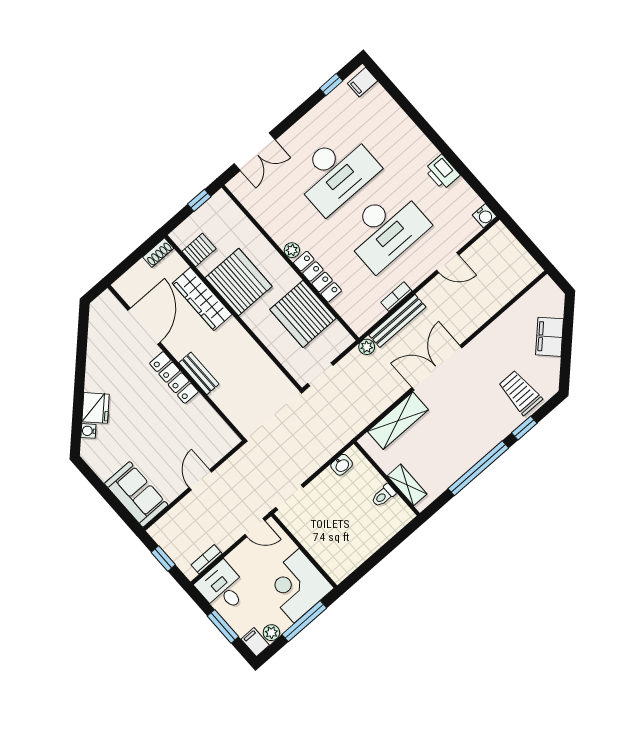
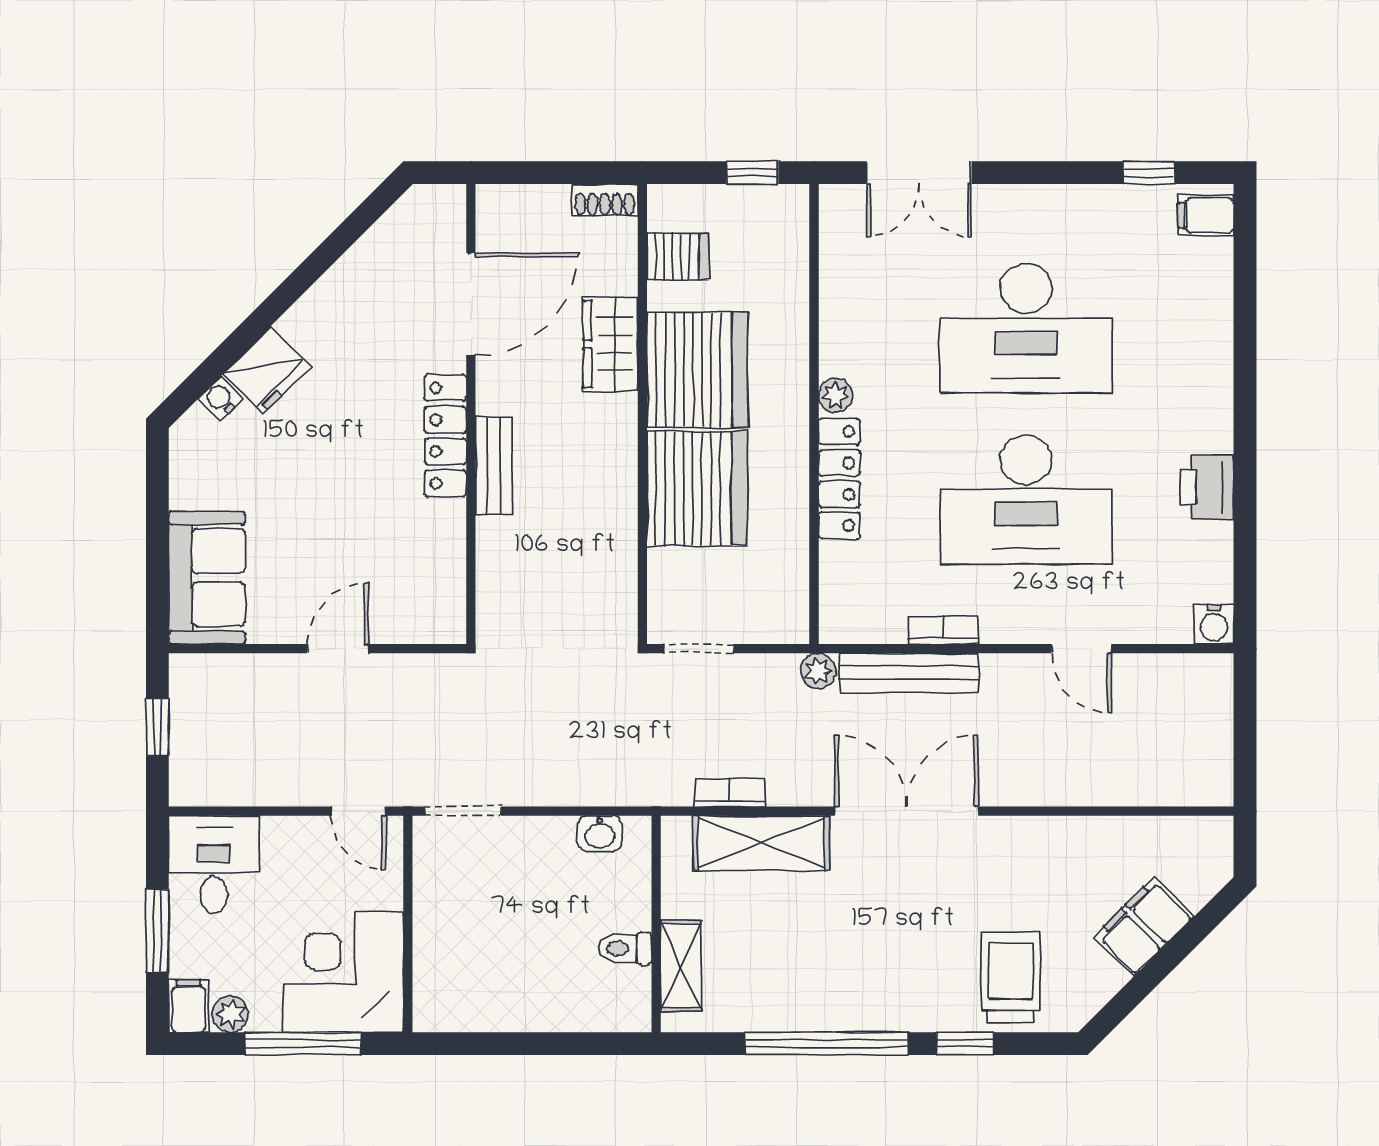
wardrobe: (202, 299) -> (610, 344), width x0.67
server rack: (303, 314) -> (697, 488), moved, turned 180
bookcase: (207, 559) -> (730, 793), moved

